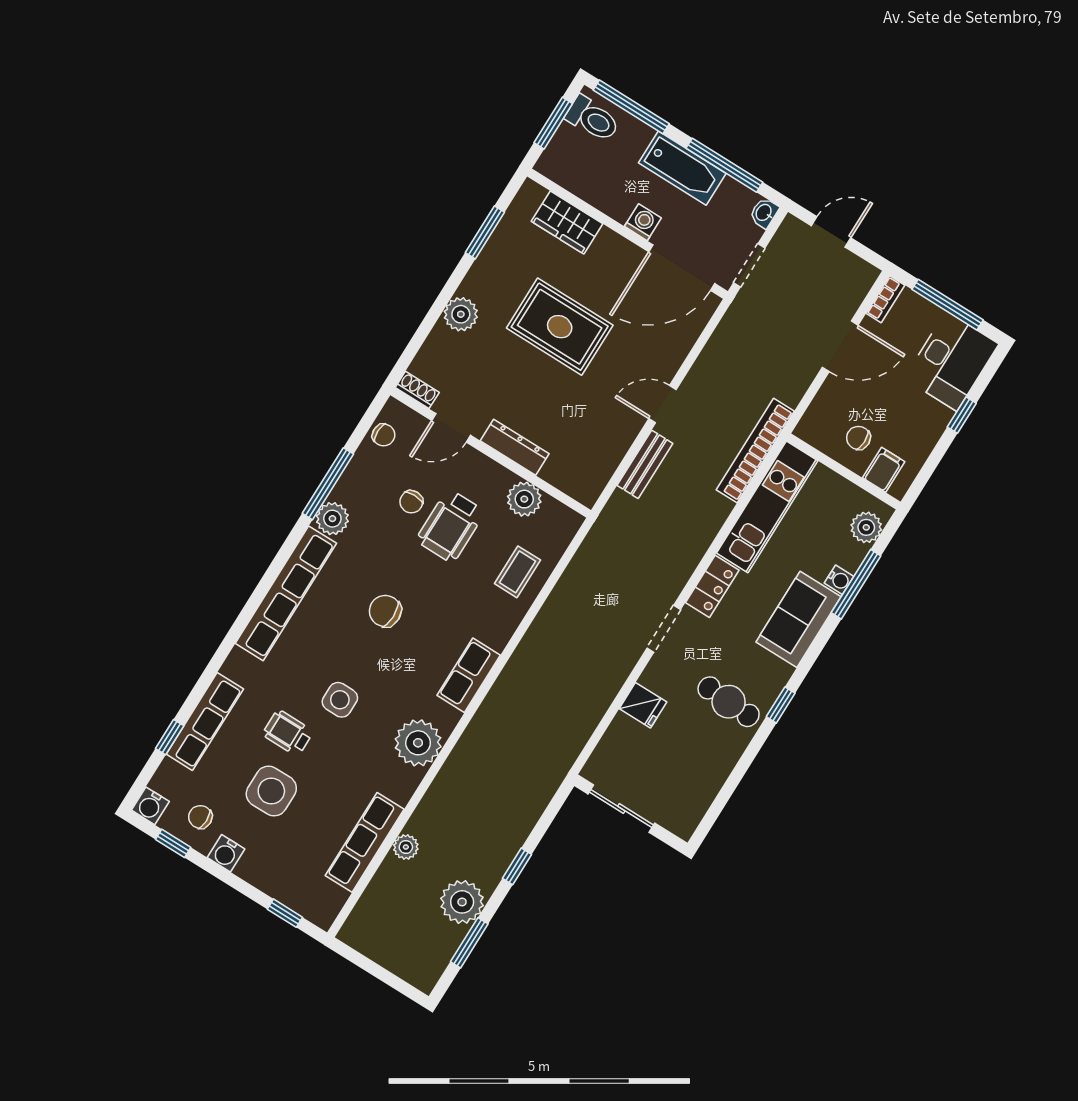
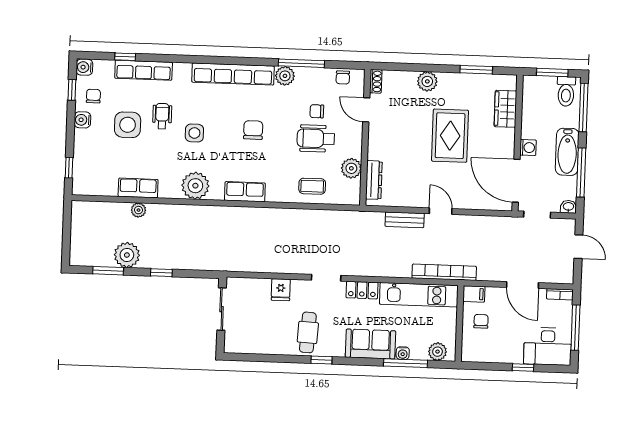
dresser: (515, 447) -> (374, 180), moved
filing cabinet: (884, 470) -> (474, 294), moved
row of seats: (365, 842) -> (138, 188), width x0.68

